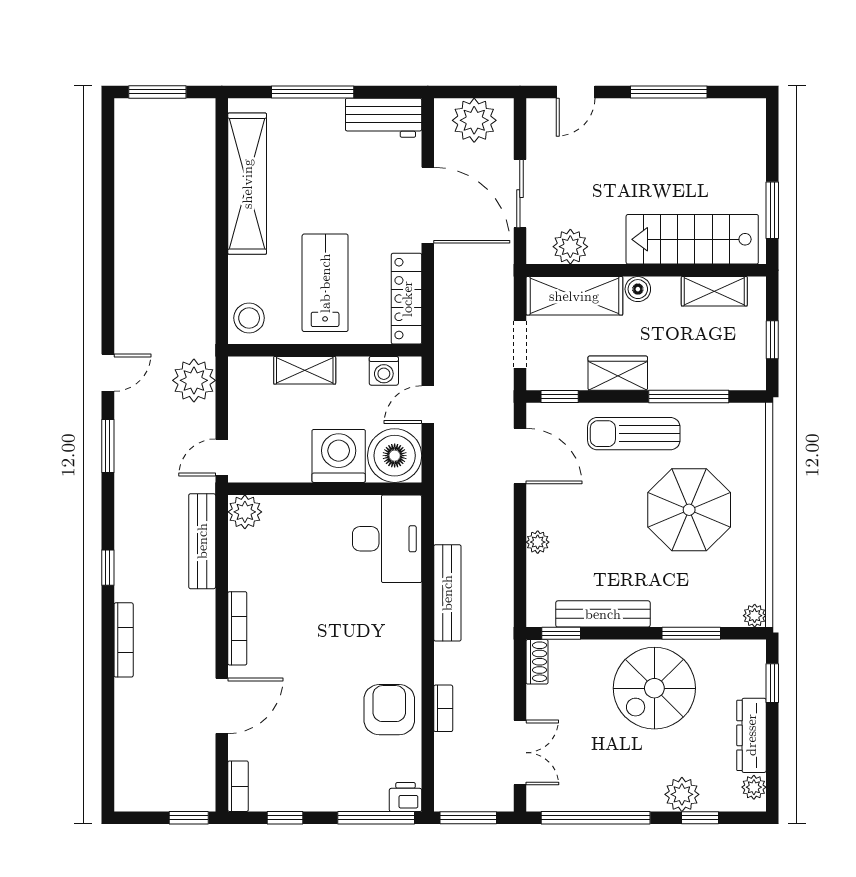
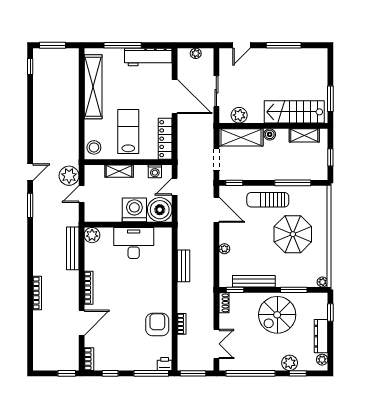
workbench: (384, 118) -> (148, 57), width x1.38
plant: (474, 120) -> (196, 53), width x0.53, depth x0.53
wardrobe: (618, 373) -> (261, 172), removed
door: (222, 457) -> (82, 194), moved
desk: (387, 539) -> (134, 243), moved, turned -90
window: (108, 568) -> (30, 66), moved
bench: (447, 593) -> (184, 266), width x0.73

